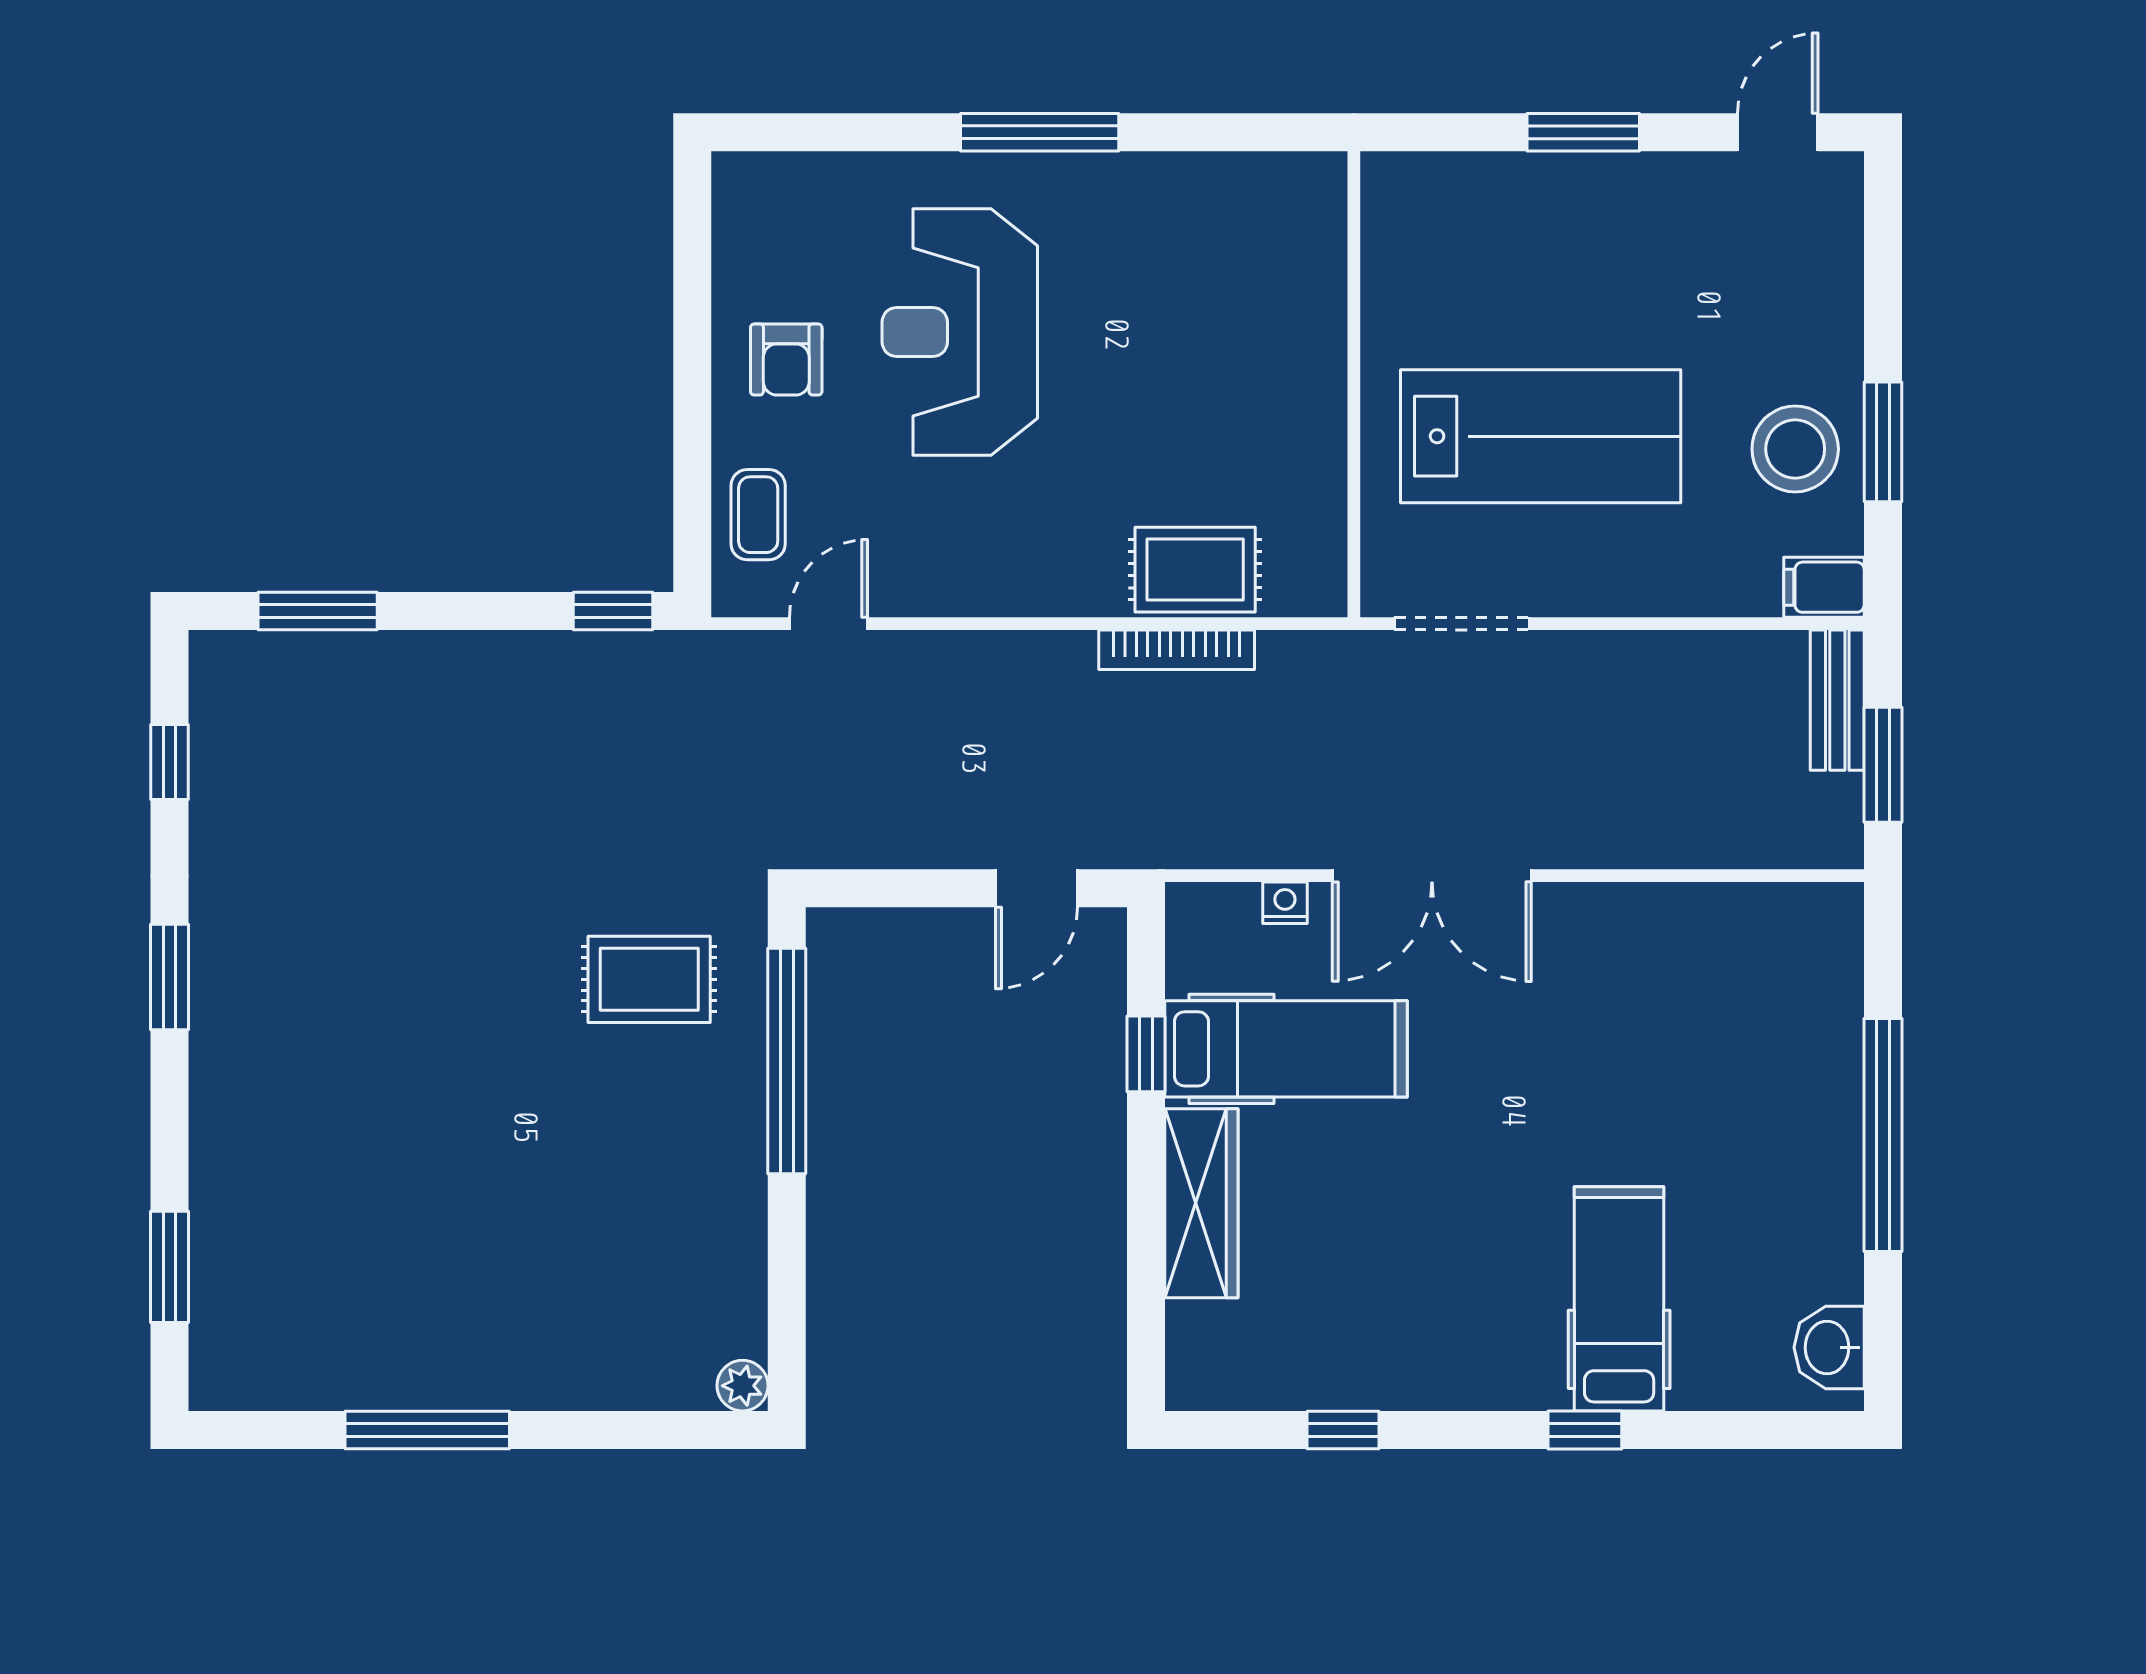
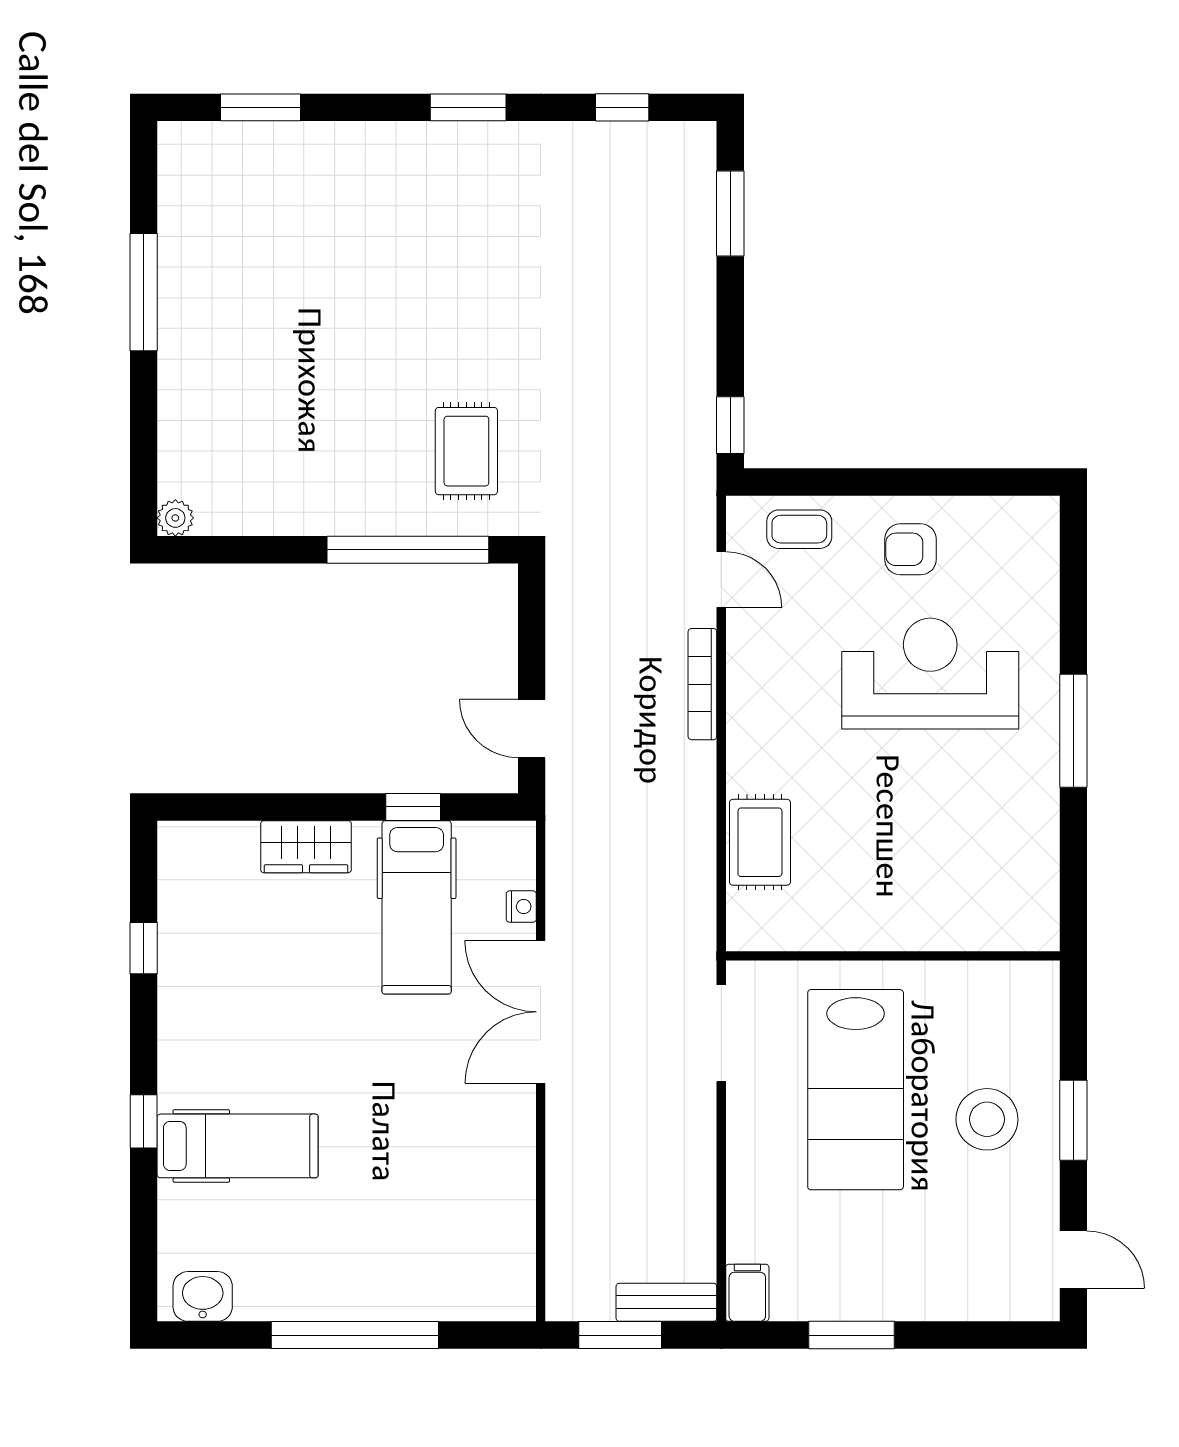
stool: (1795, 449) -> (987, 1119), moved
bookcase: (1177, 650) -> (702, 684), moved
wardrobe: (1201, 1203) -> (306, 847), width x0.67

